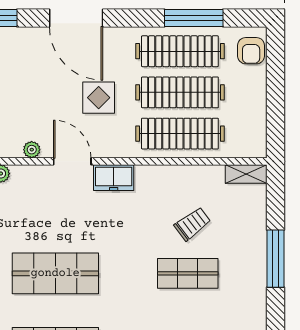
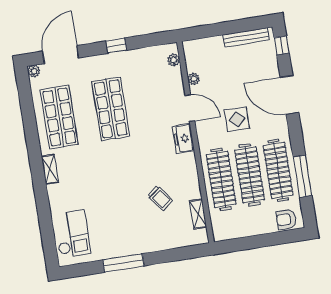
door: (76, 18) -> (289, 95), hinge flipped
door: (72, 161) -> (190, 108), hinge flipped
shelving: (246, 174) -> (198, 214), moved
window: (276, 259) -> (123, 263), moved
shop shelf: (188, 273) -> (125, 200), removed

